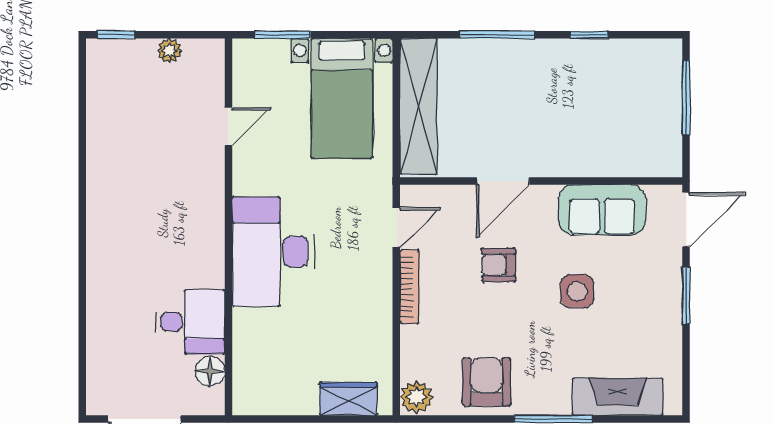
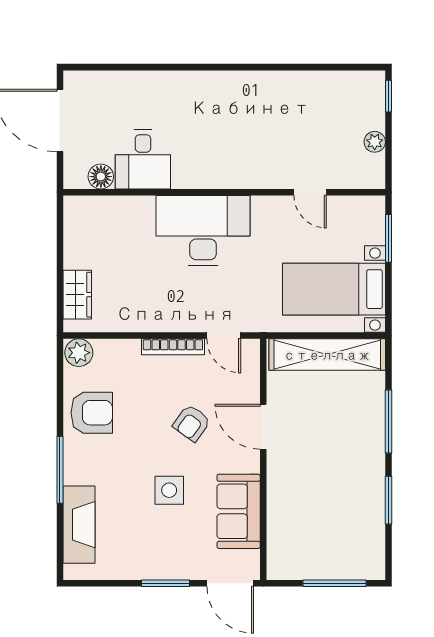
window: (589, 35) -> (388, 500), width x1.50
armchair: (499, 265) -> (192, 423), turned -144

